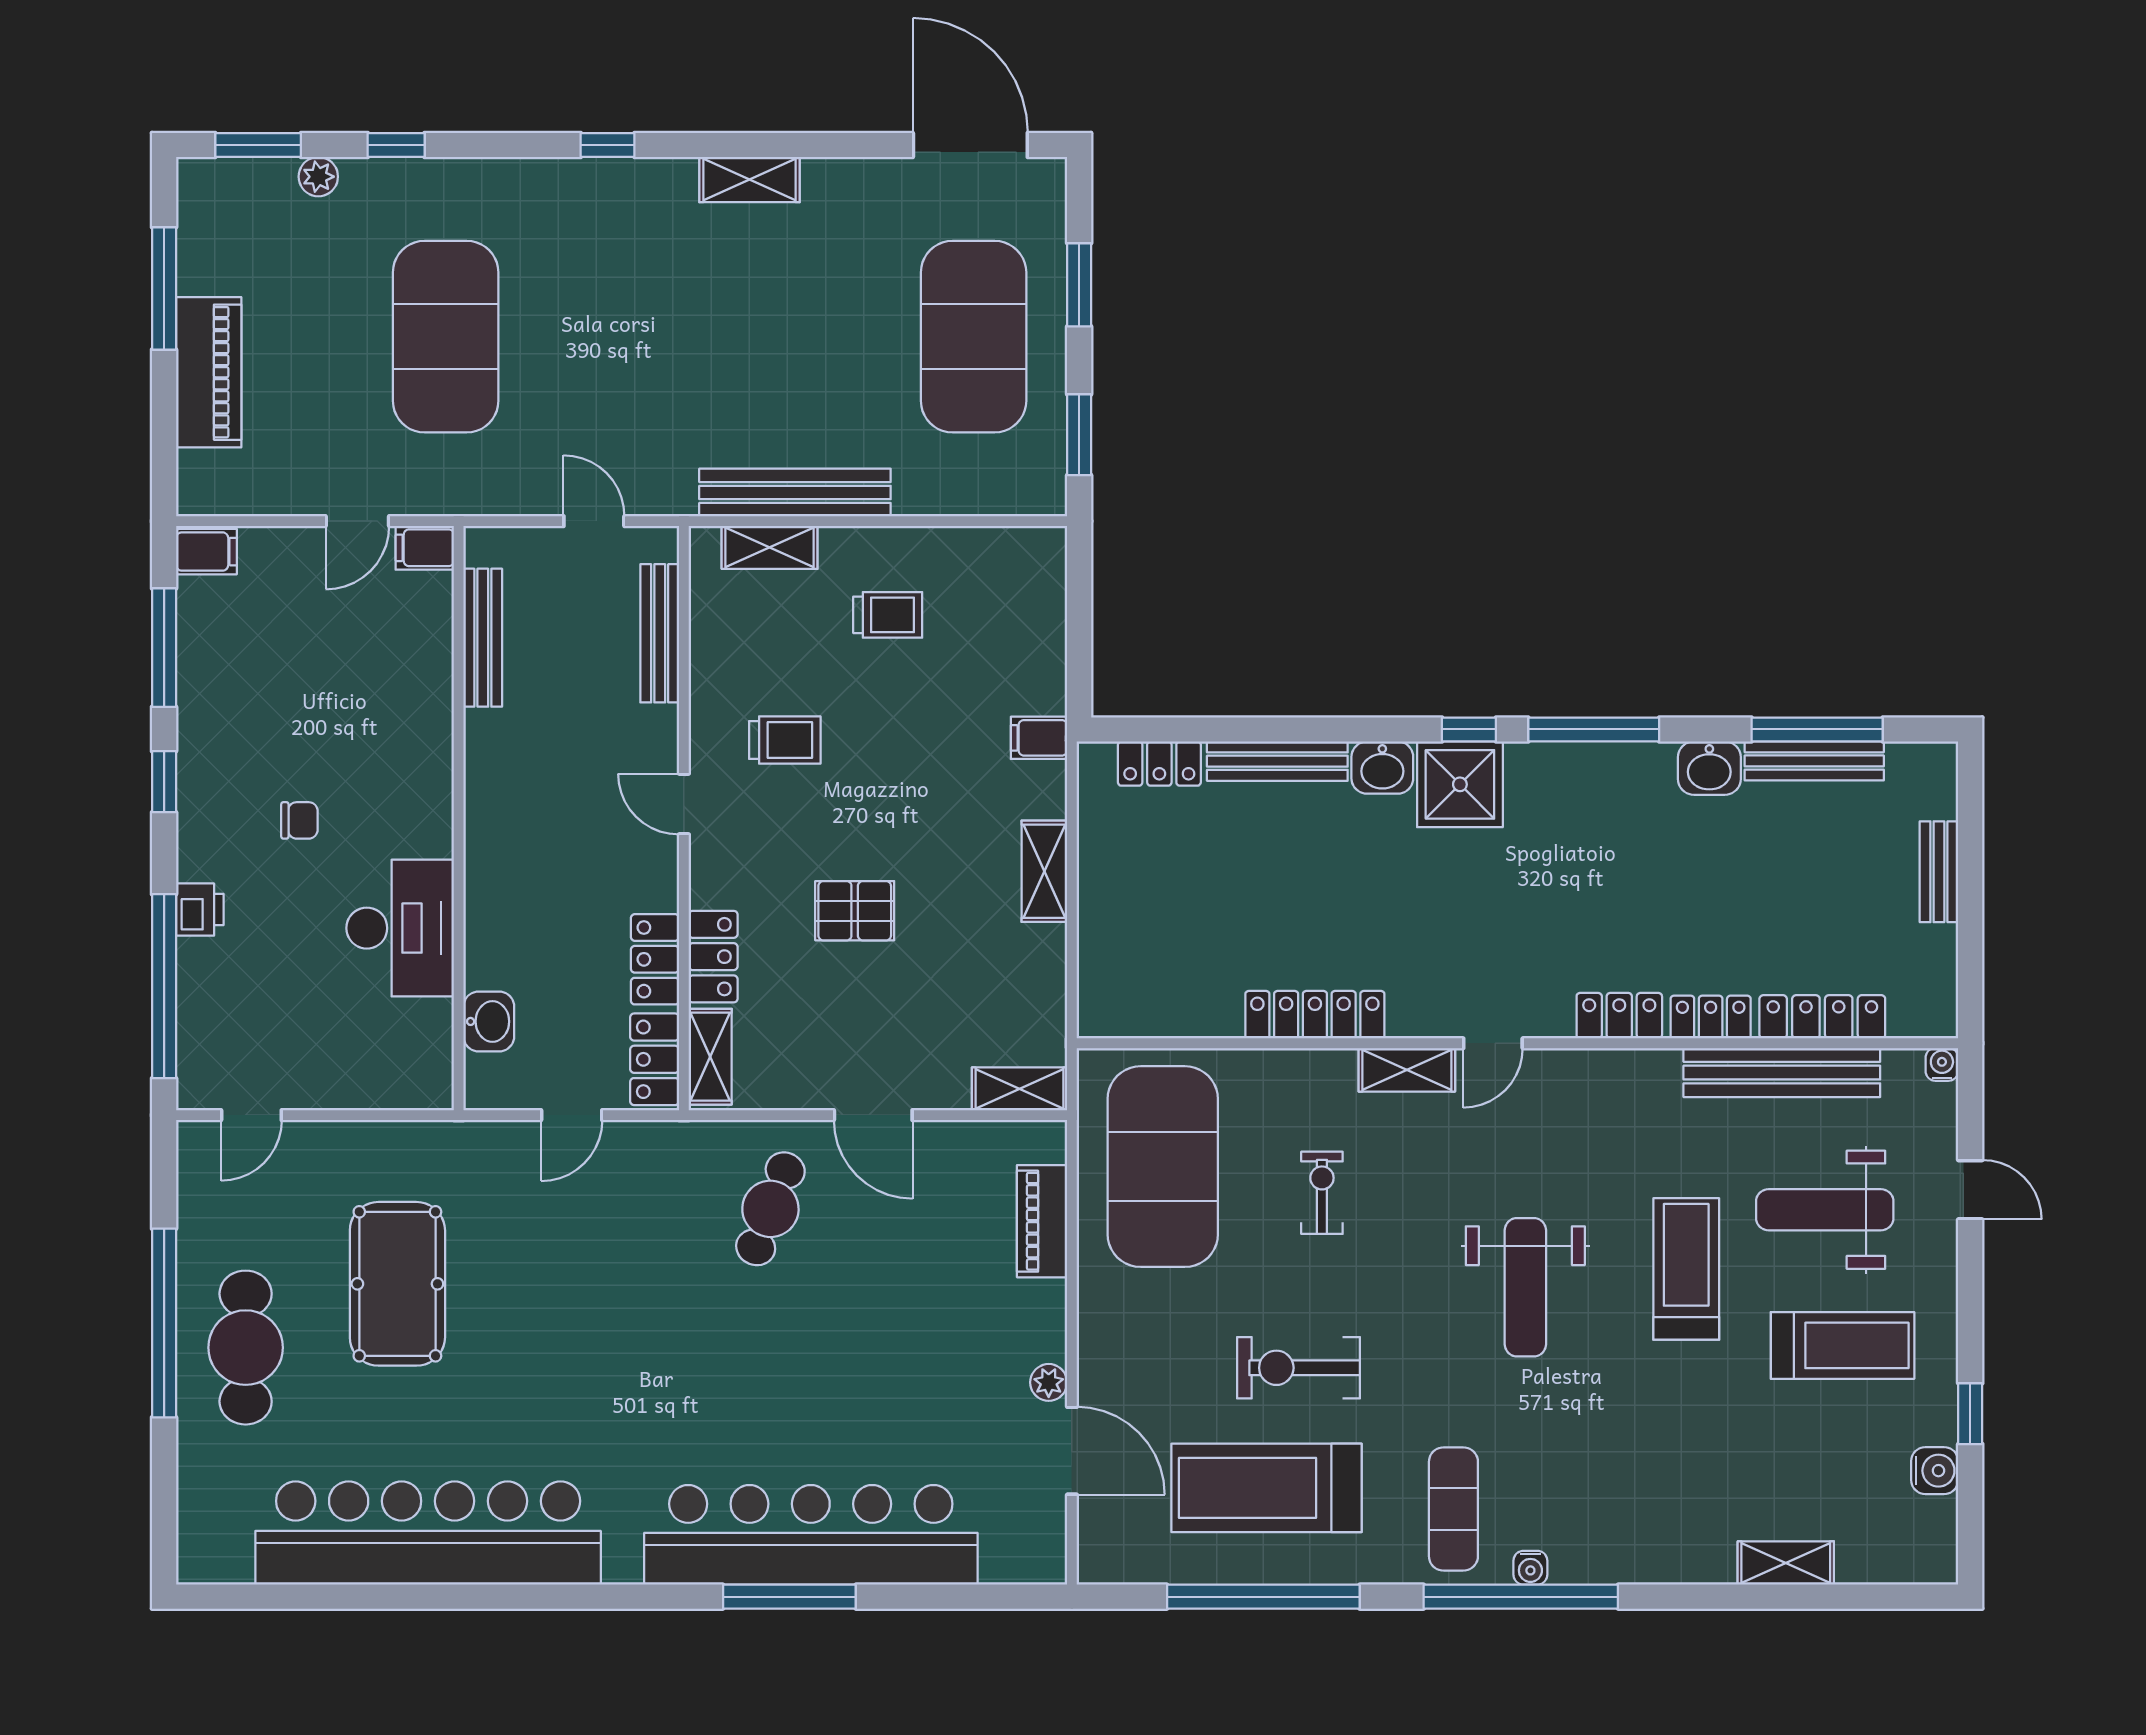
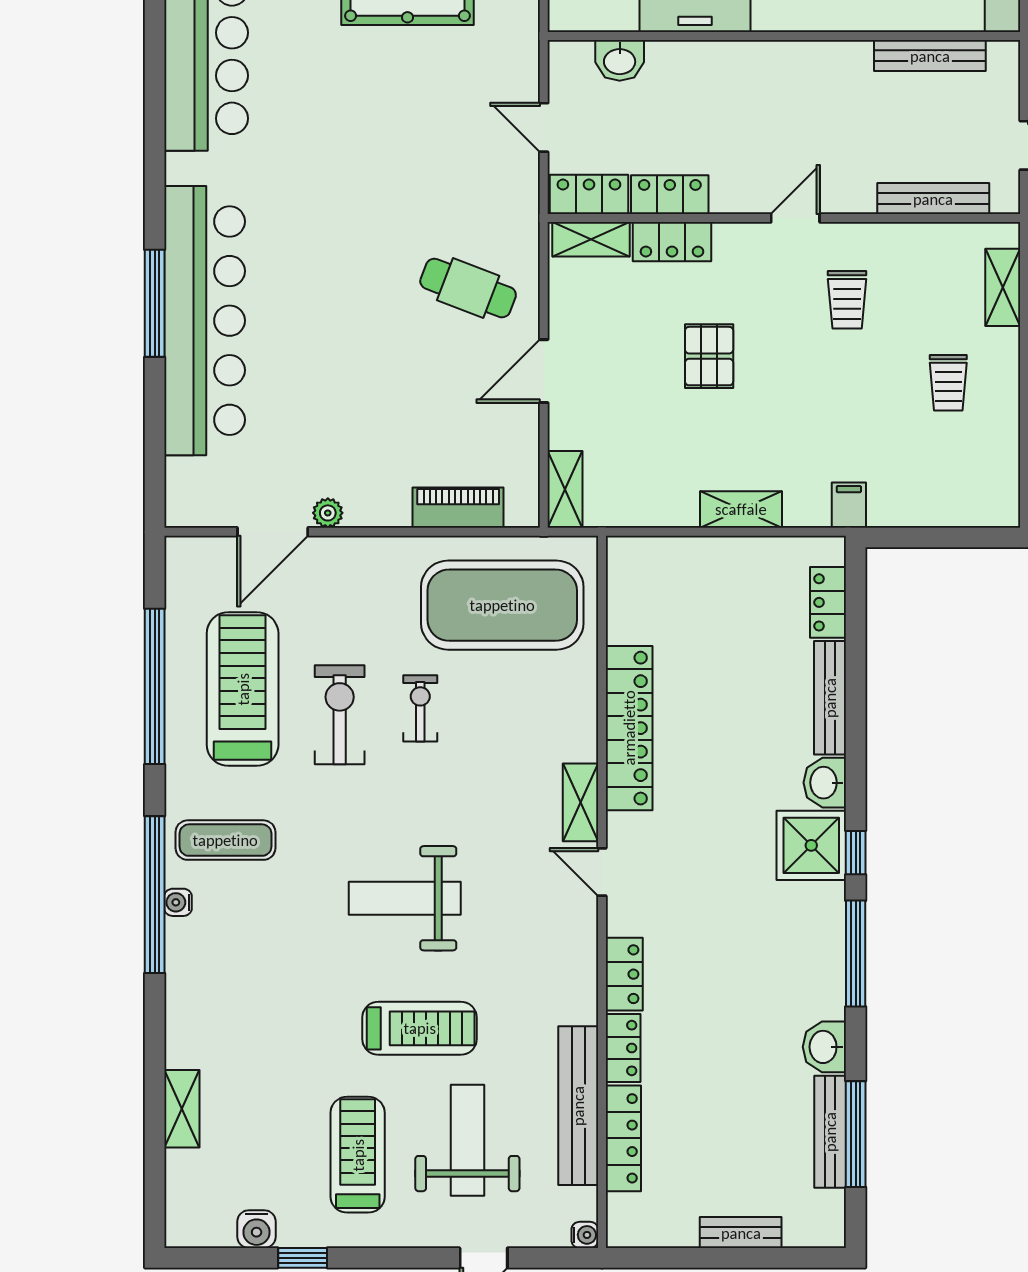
locker: (1315, 1015) -> (629, 728), width x1.41, depth x1.21
exercise bike: (1322, 1193) -> (420, 708), moved, turned -90
treadmill: (1843, 1345) -> (358, 1155), turned 180

